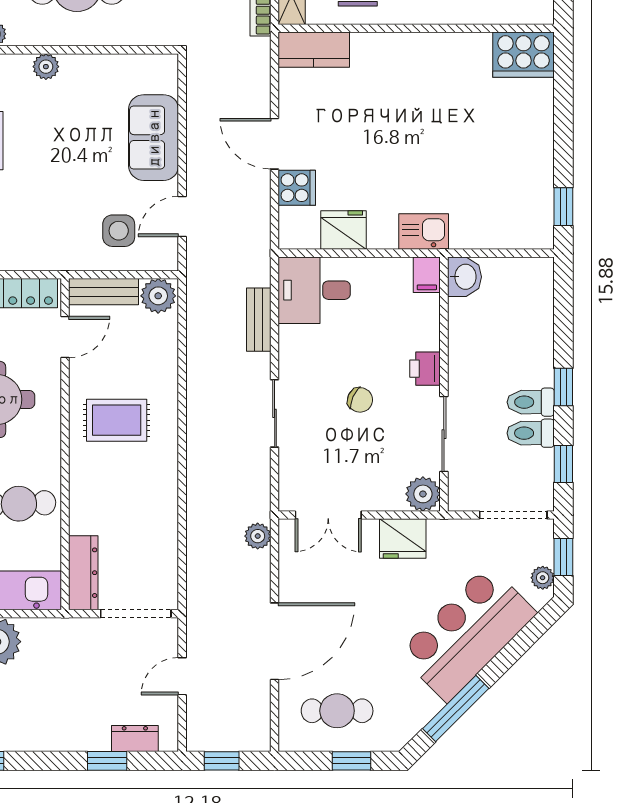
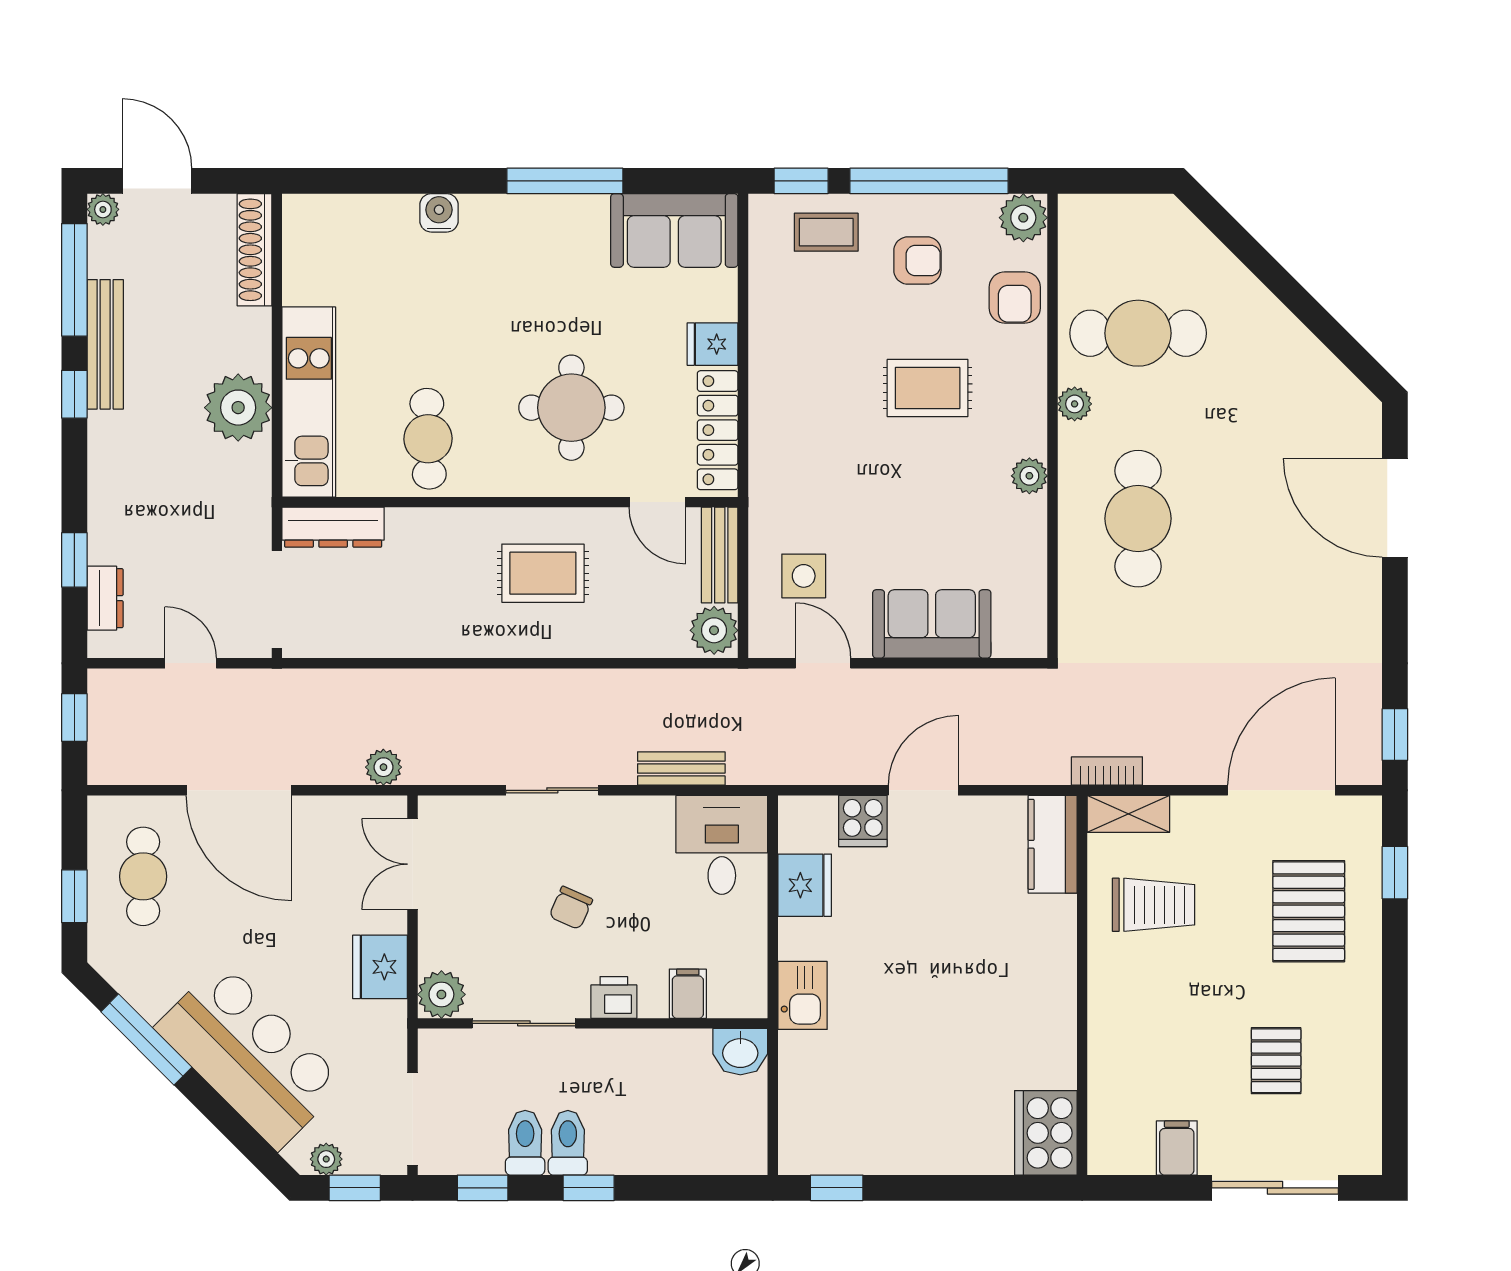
filing cabinet: (427, 275) -> (688, 994), moved, turned 90
rug: (117, 420) -> (543, 573), turned 90

